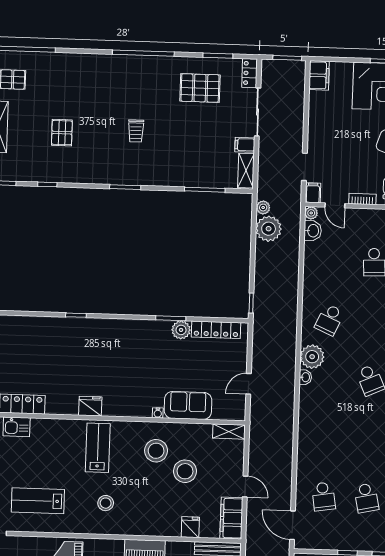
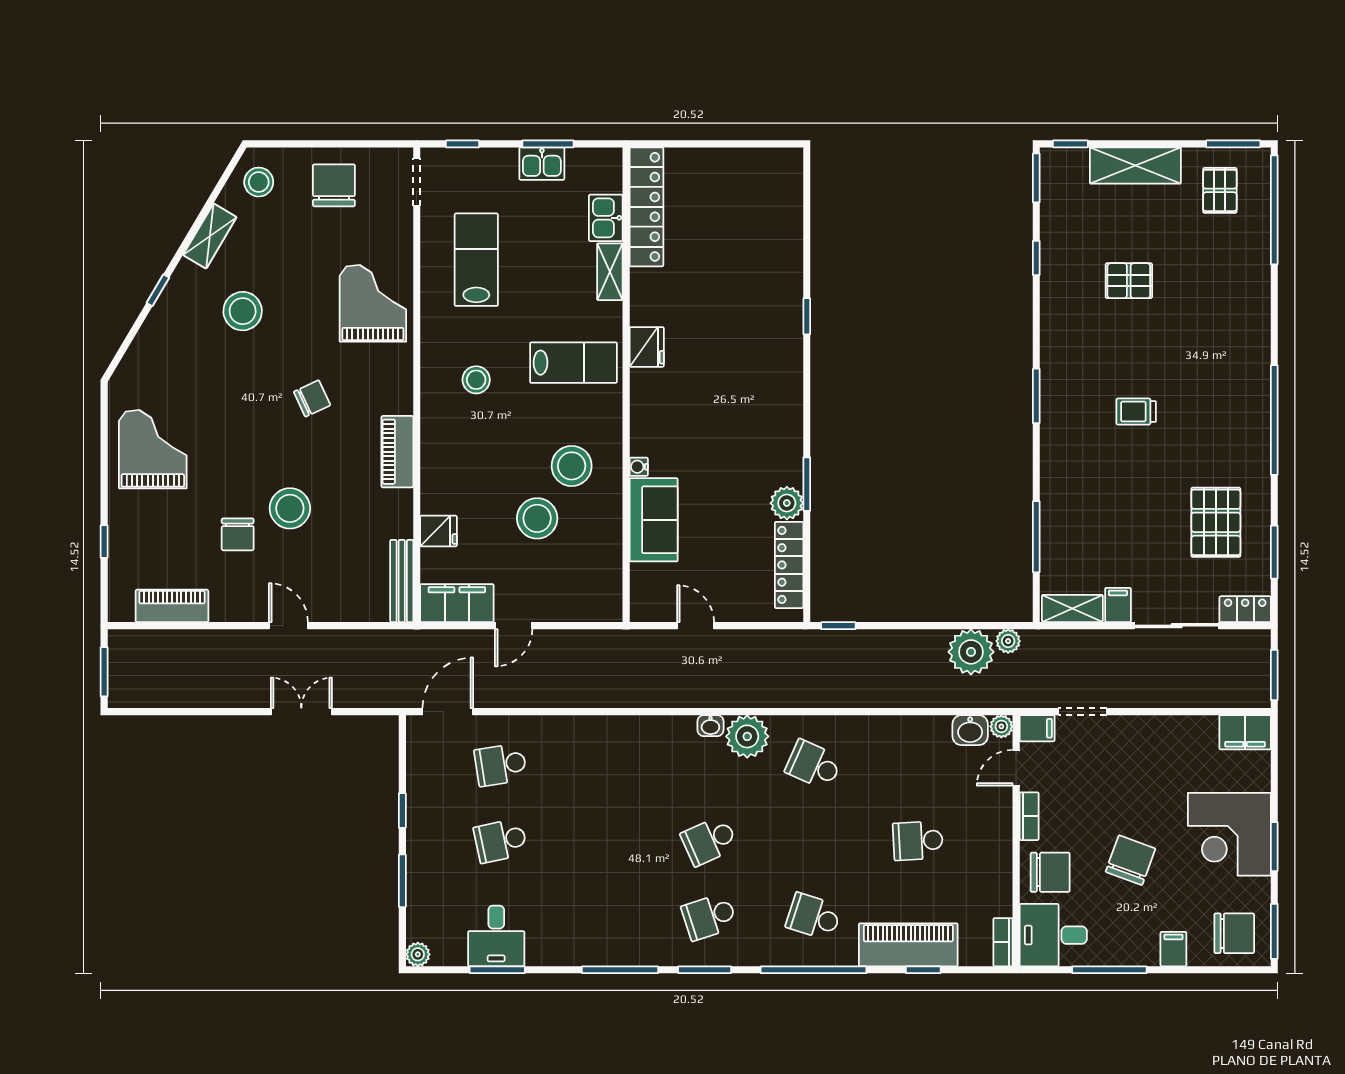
shelving: (229, 432) -> (610, 272), moved

